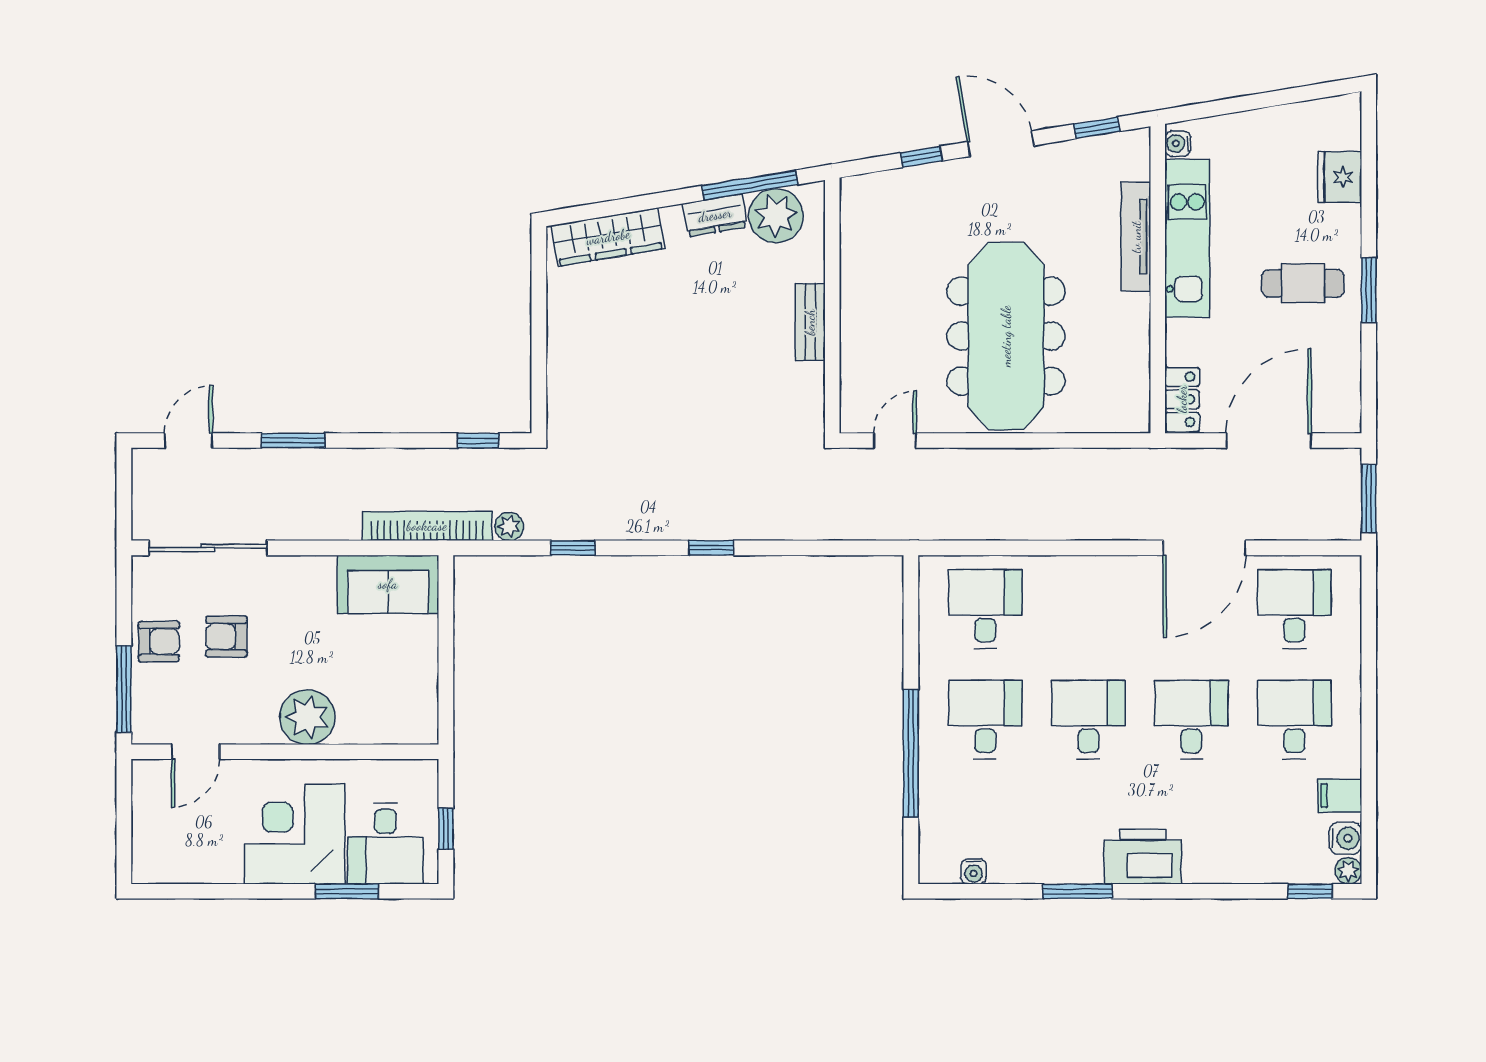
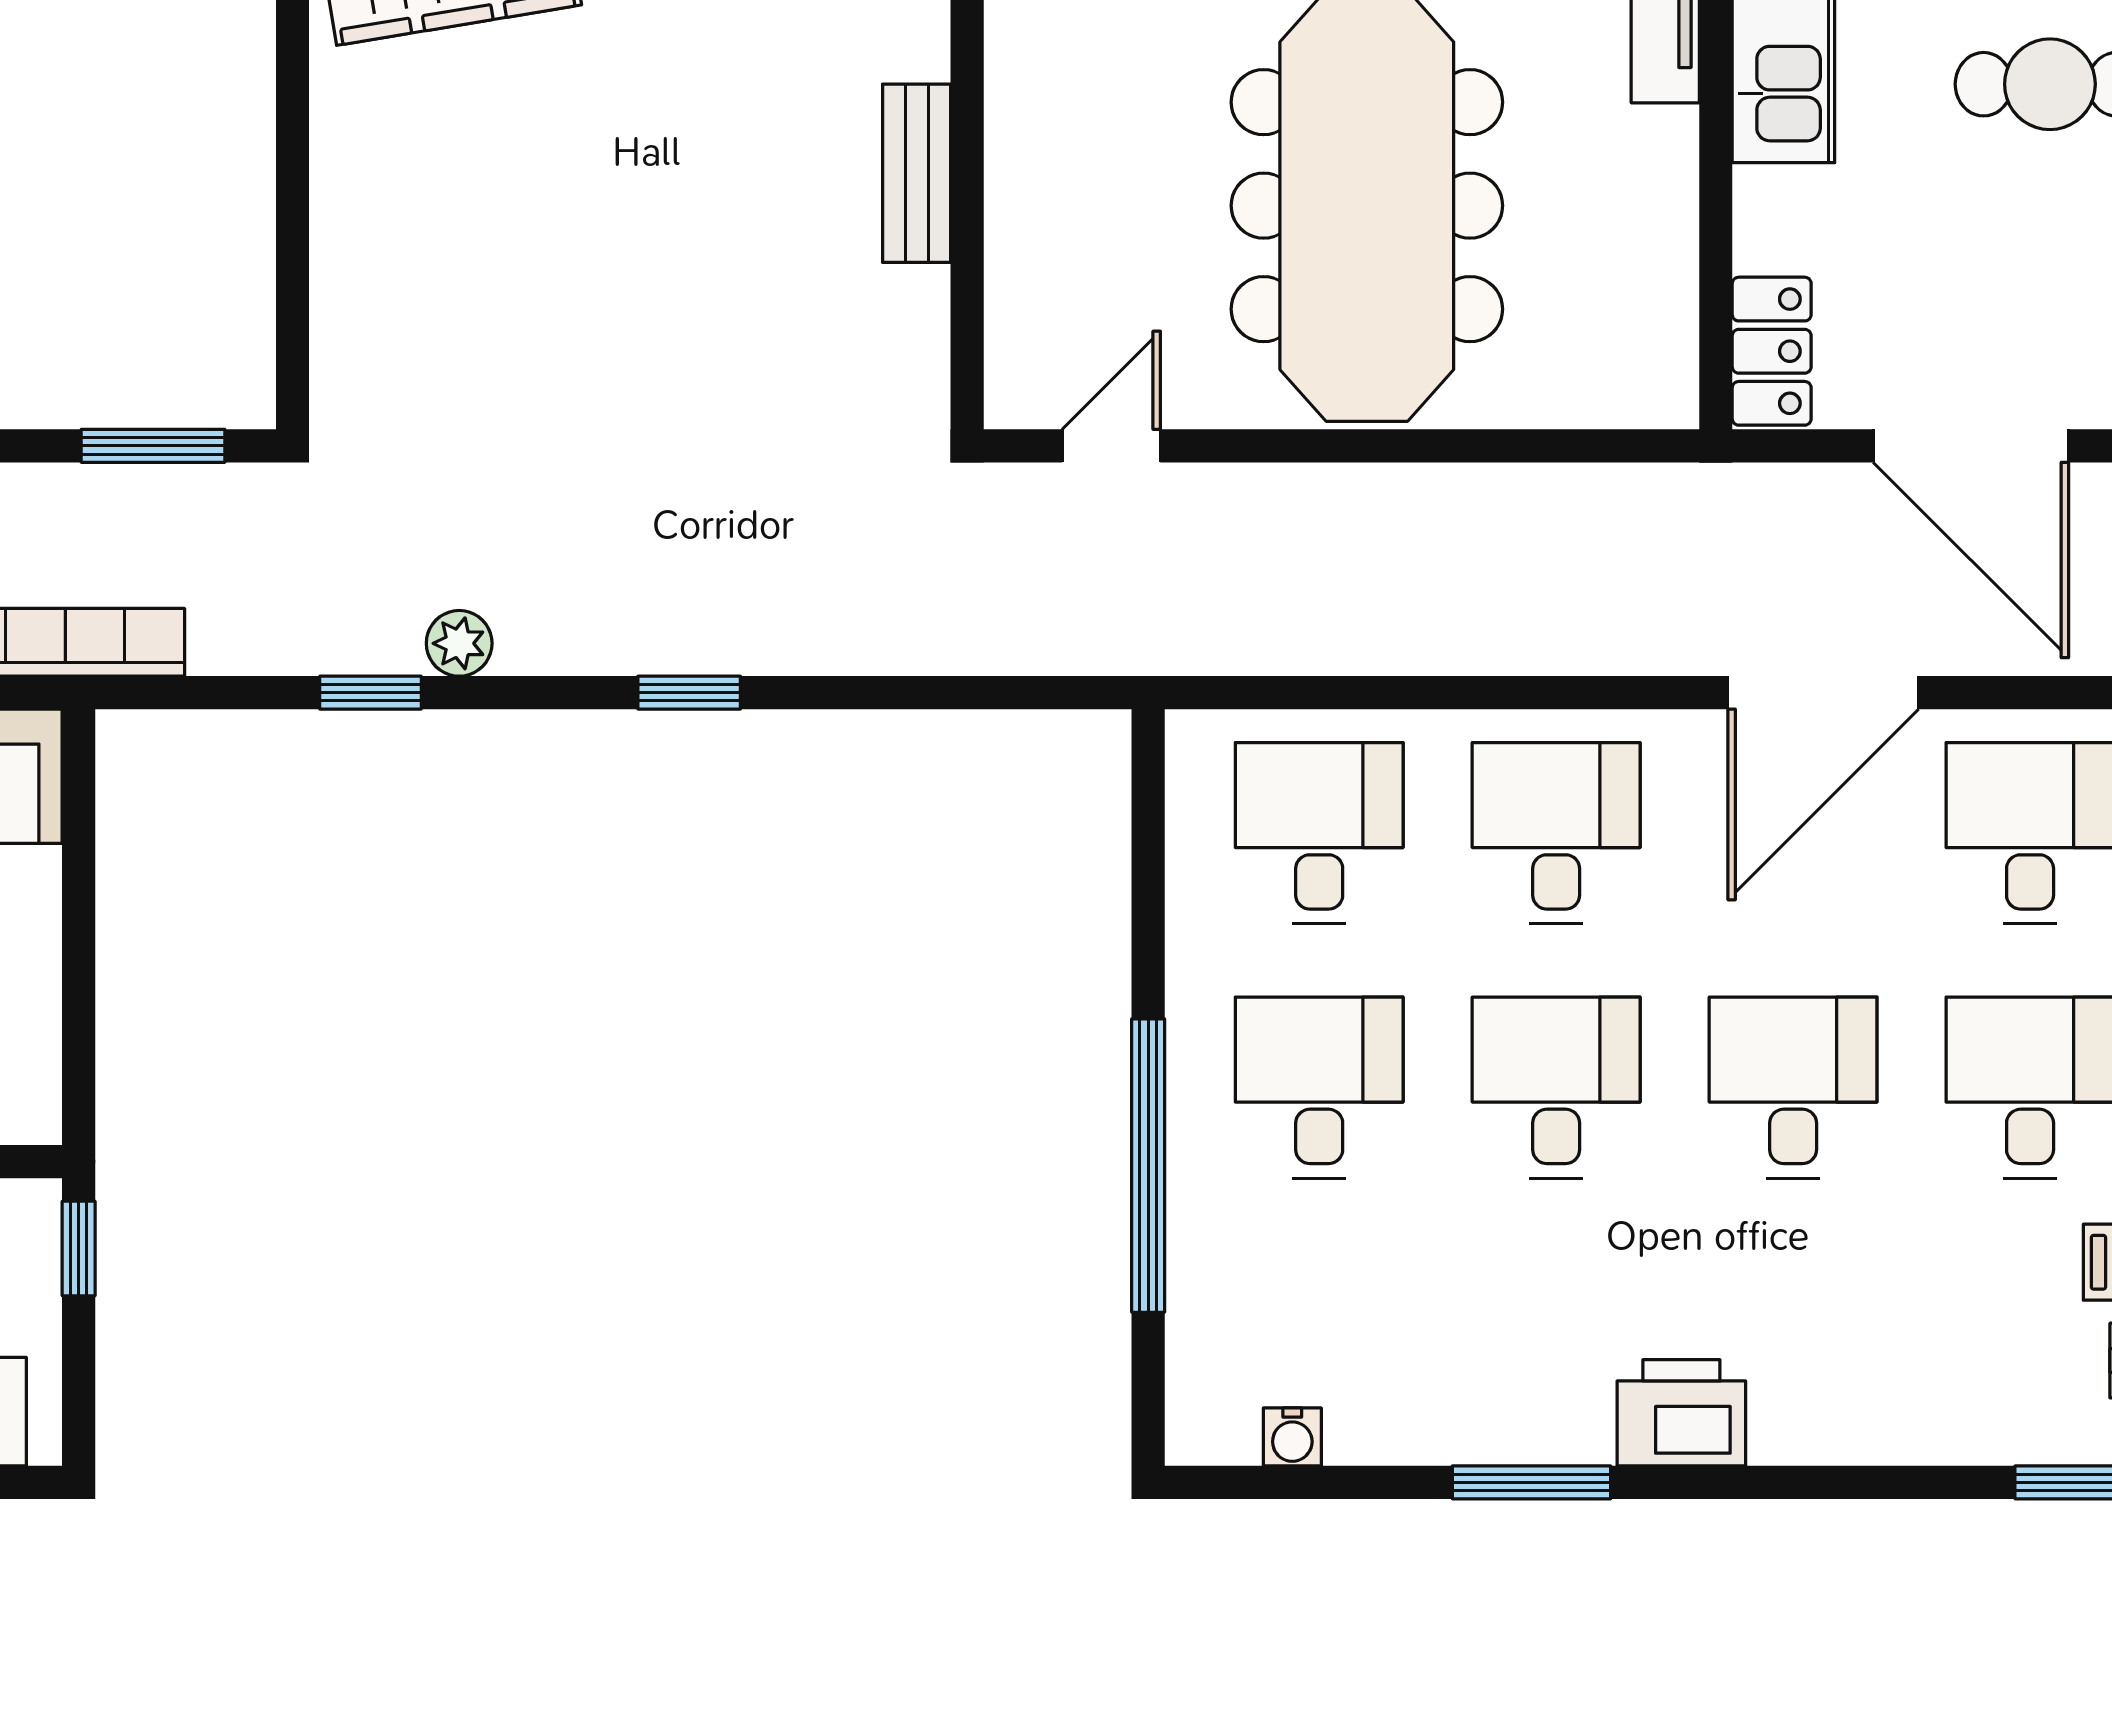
window: (478, 441) -> (153, 446), width x1.50
door: (1269, 441) -> (1971, 446), swing flipped
plant: (509, 526) -> (459, 643), moved
desk: (1088, 609) -> (1556, 833), added
window: (446, 829) -> (79, 1248), moved
printer: (1143, 857) -> (1681, 1413), width x0.73, depth x0.84

